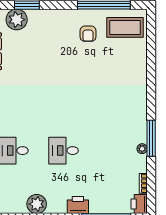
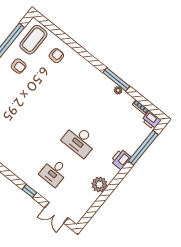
armchair: (128, 62) -> (56, 56), added
desk: (64, 151) -> (79, 141), width x1.37

